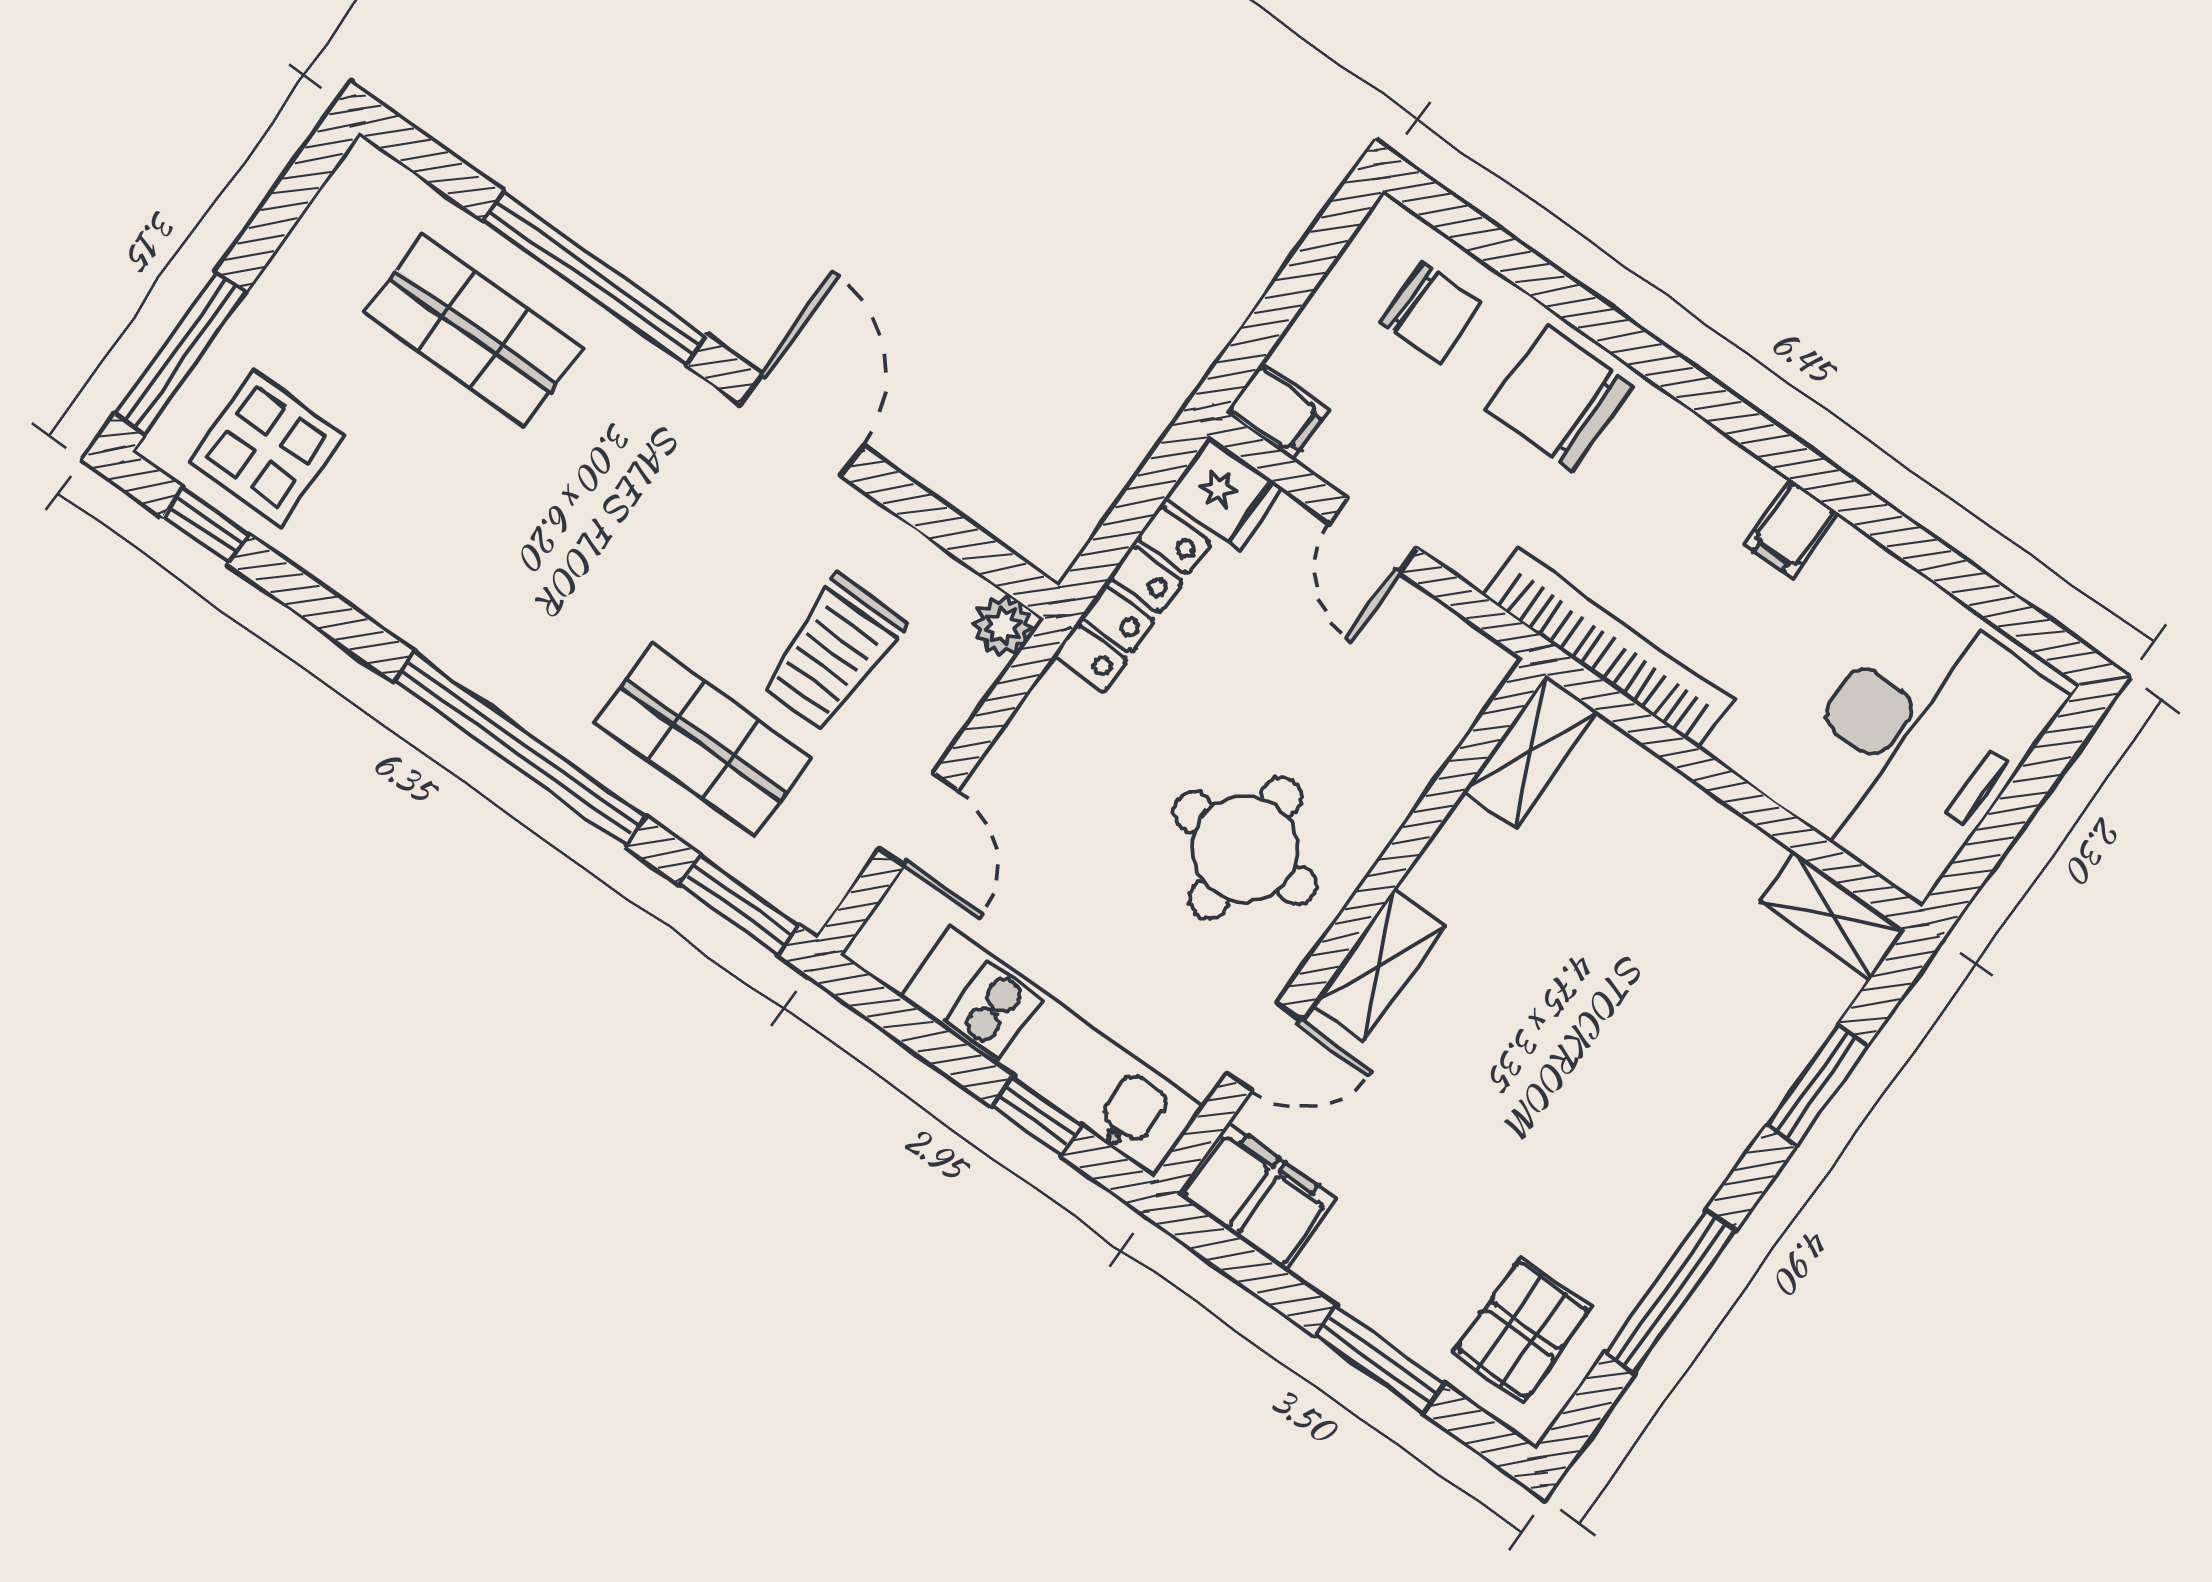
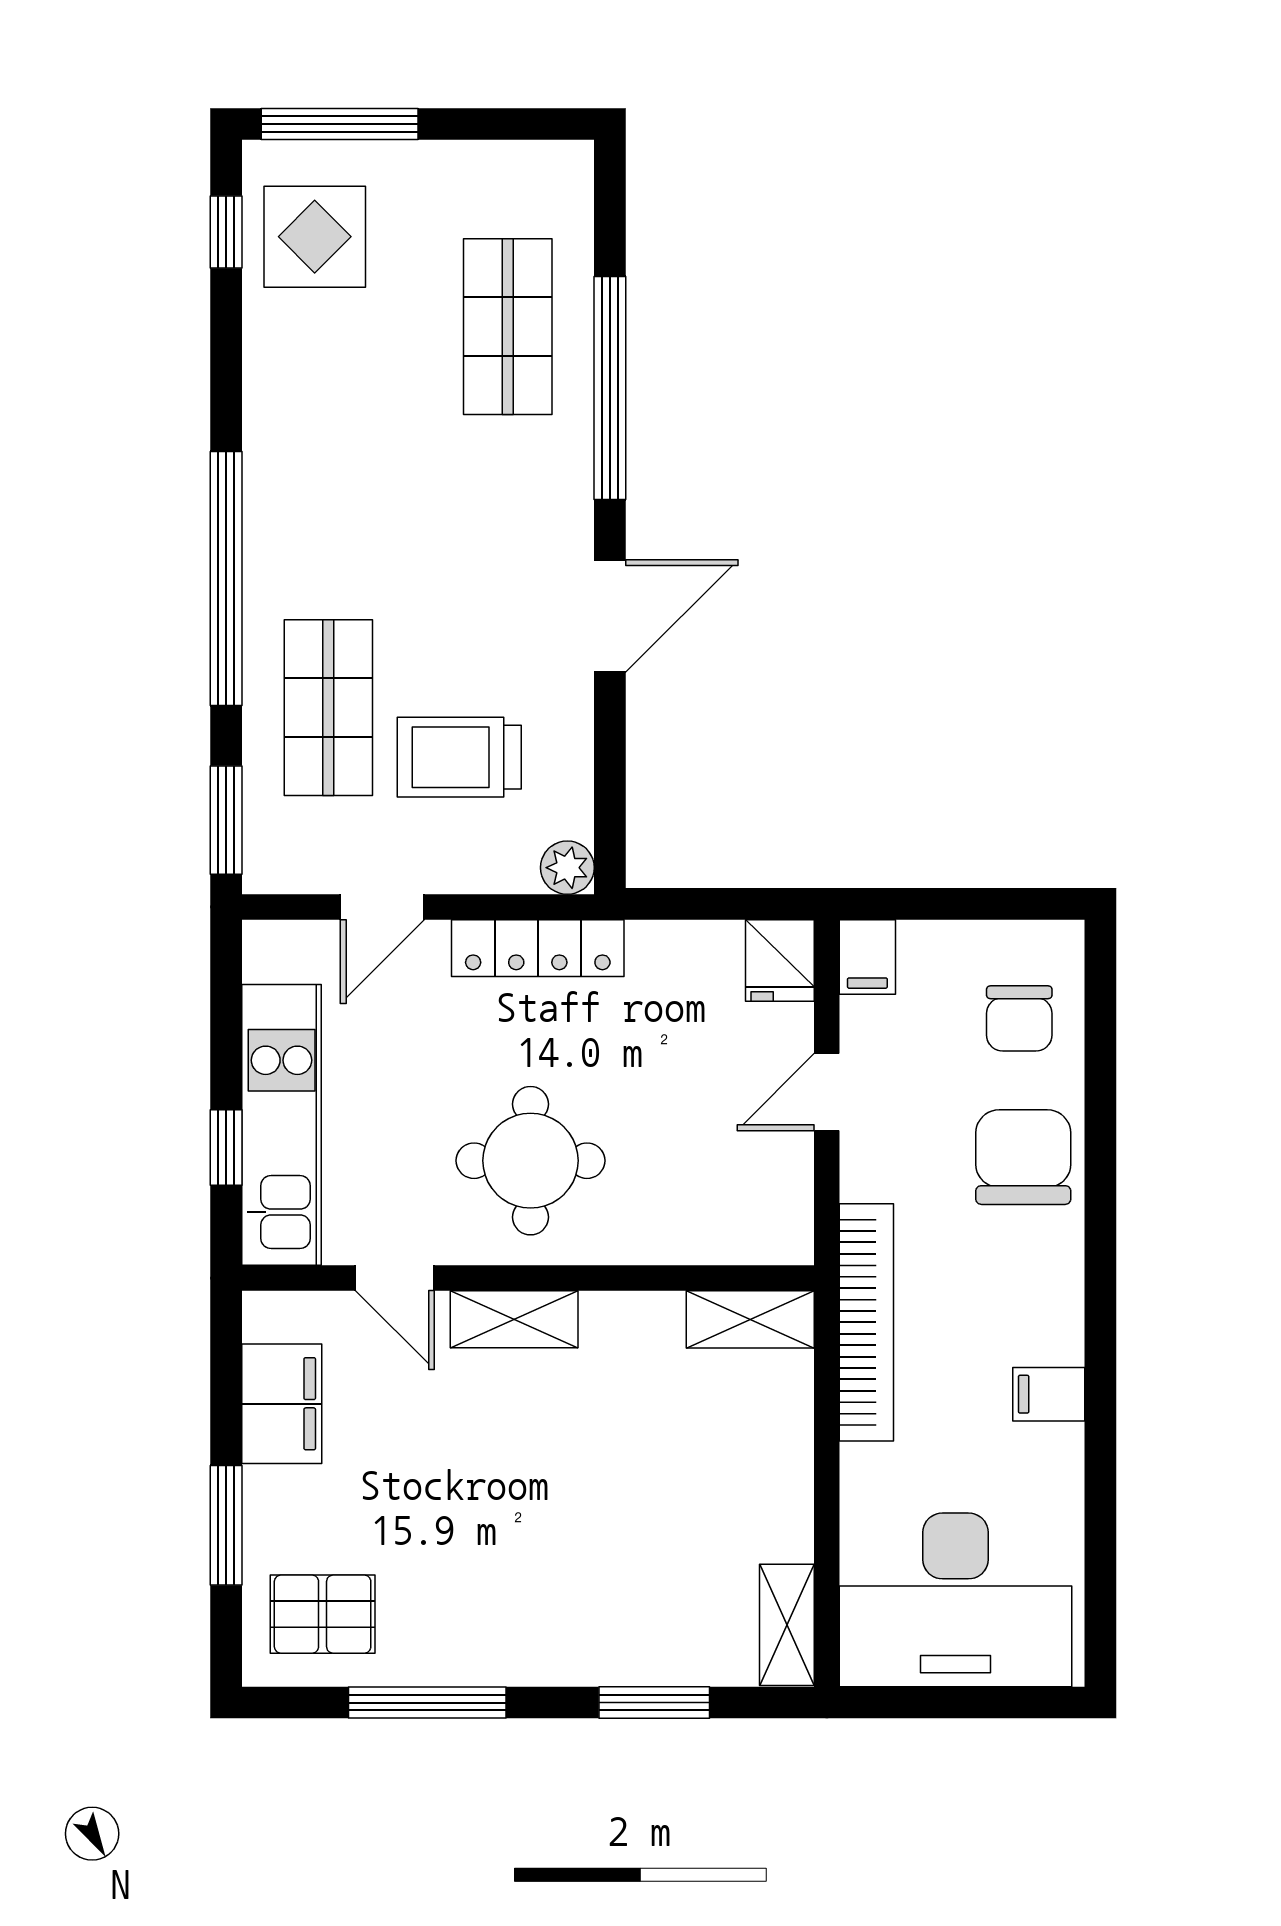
locker: (1132, 599) -> (538, 948), moved
filing cabinet: (1257, 1197) -> (282, 1404), moved

